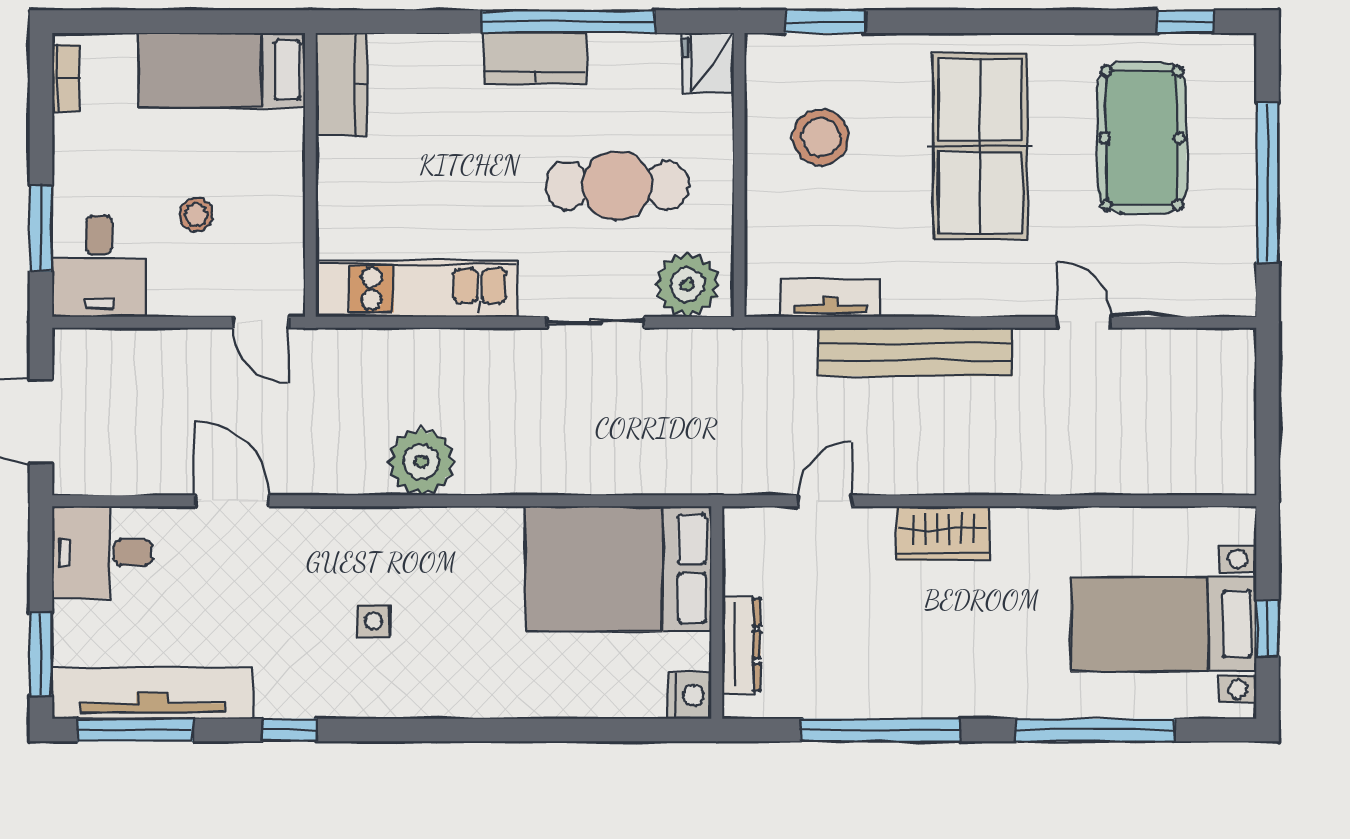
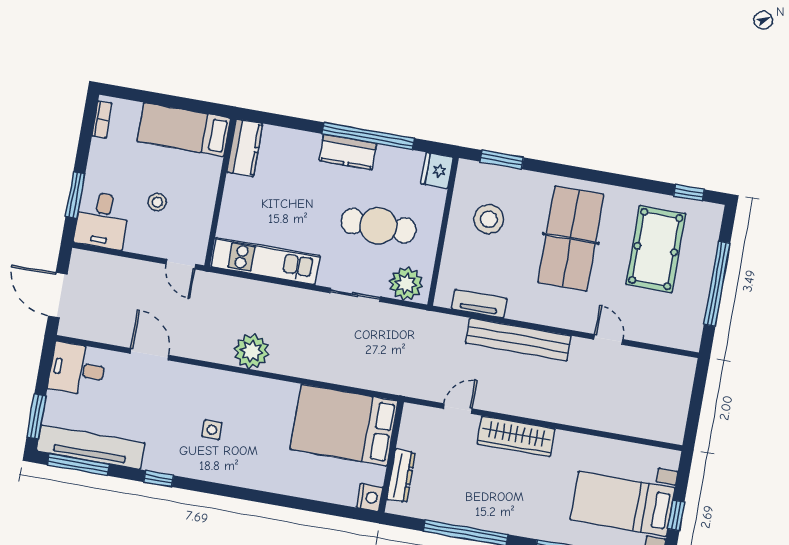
wardrobe: (943, 533) -> (516, 436), width x1.50

